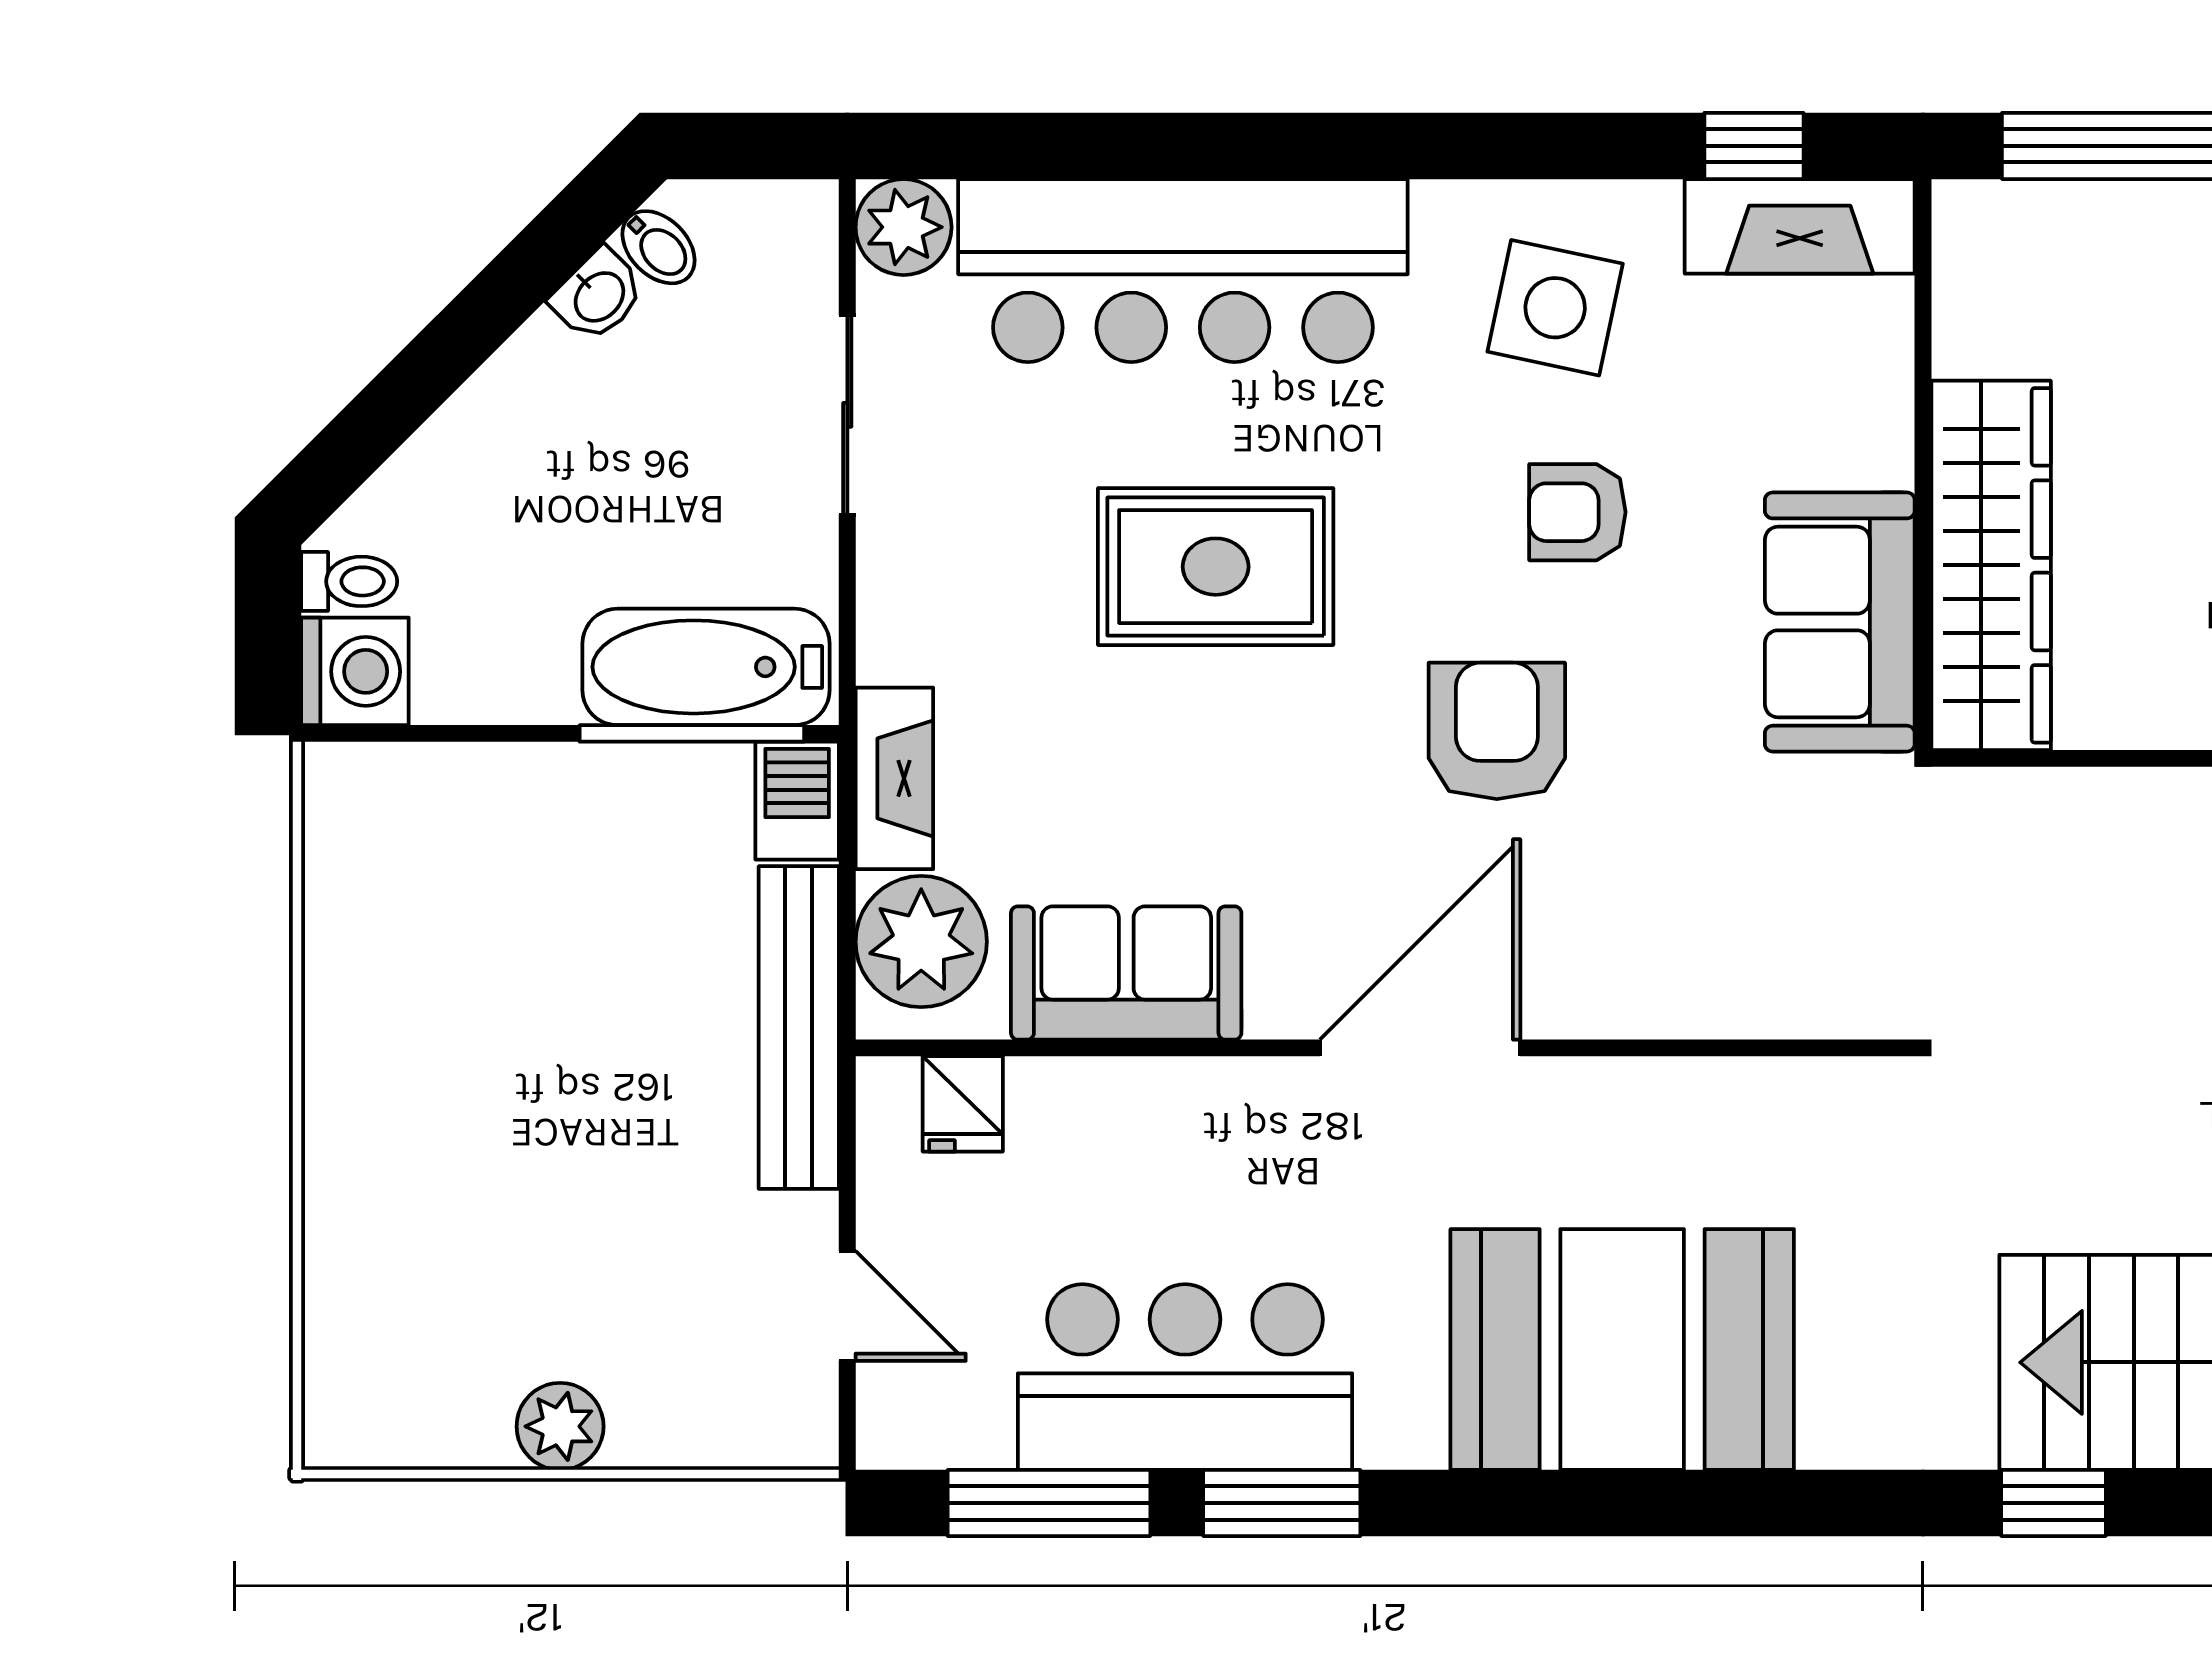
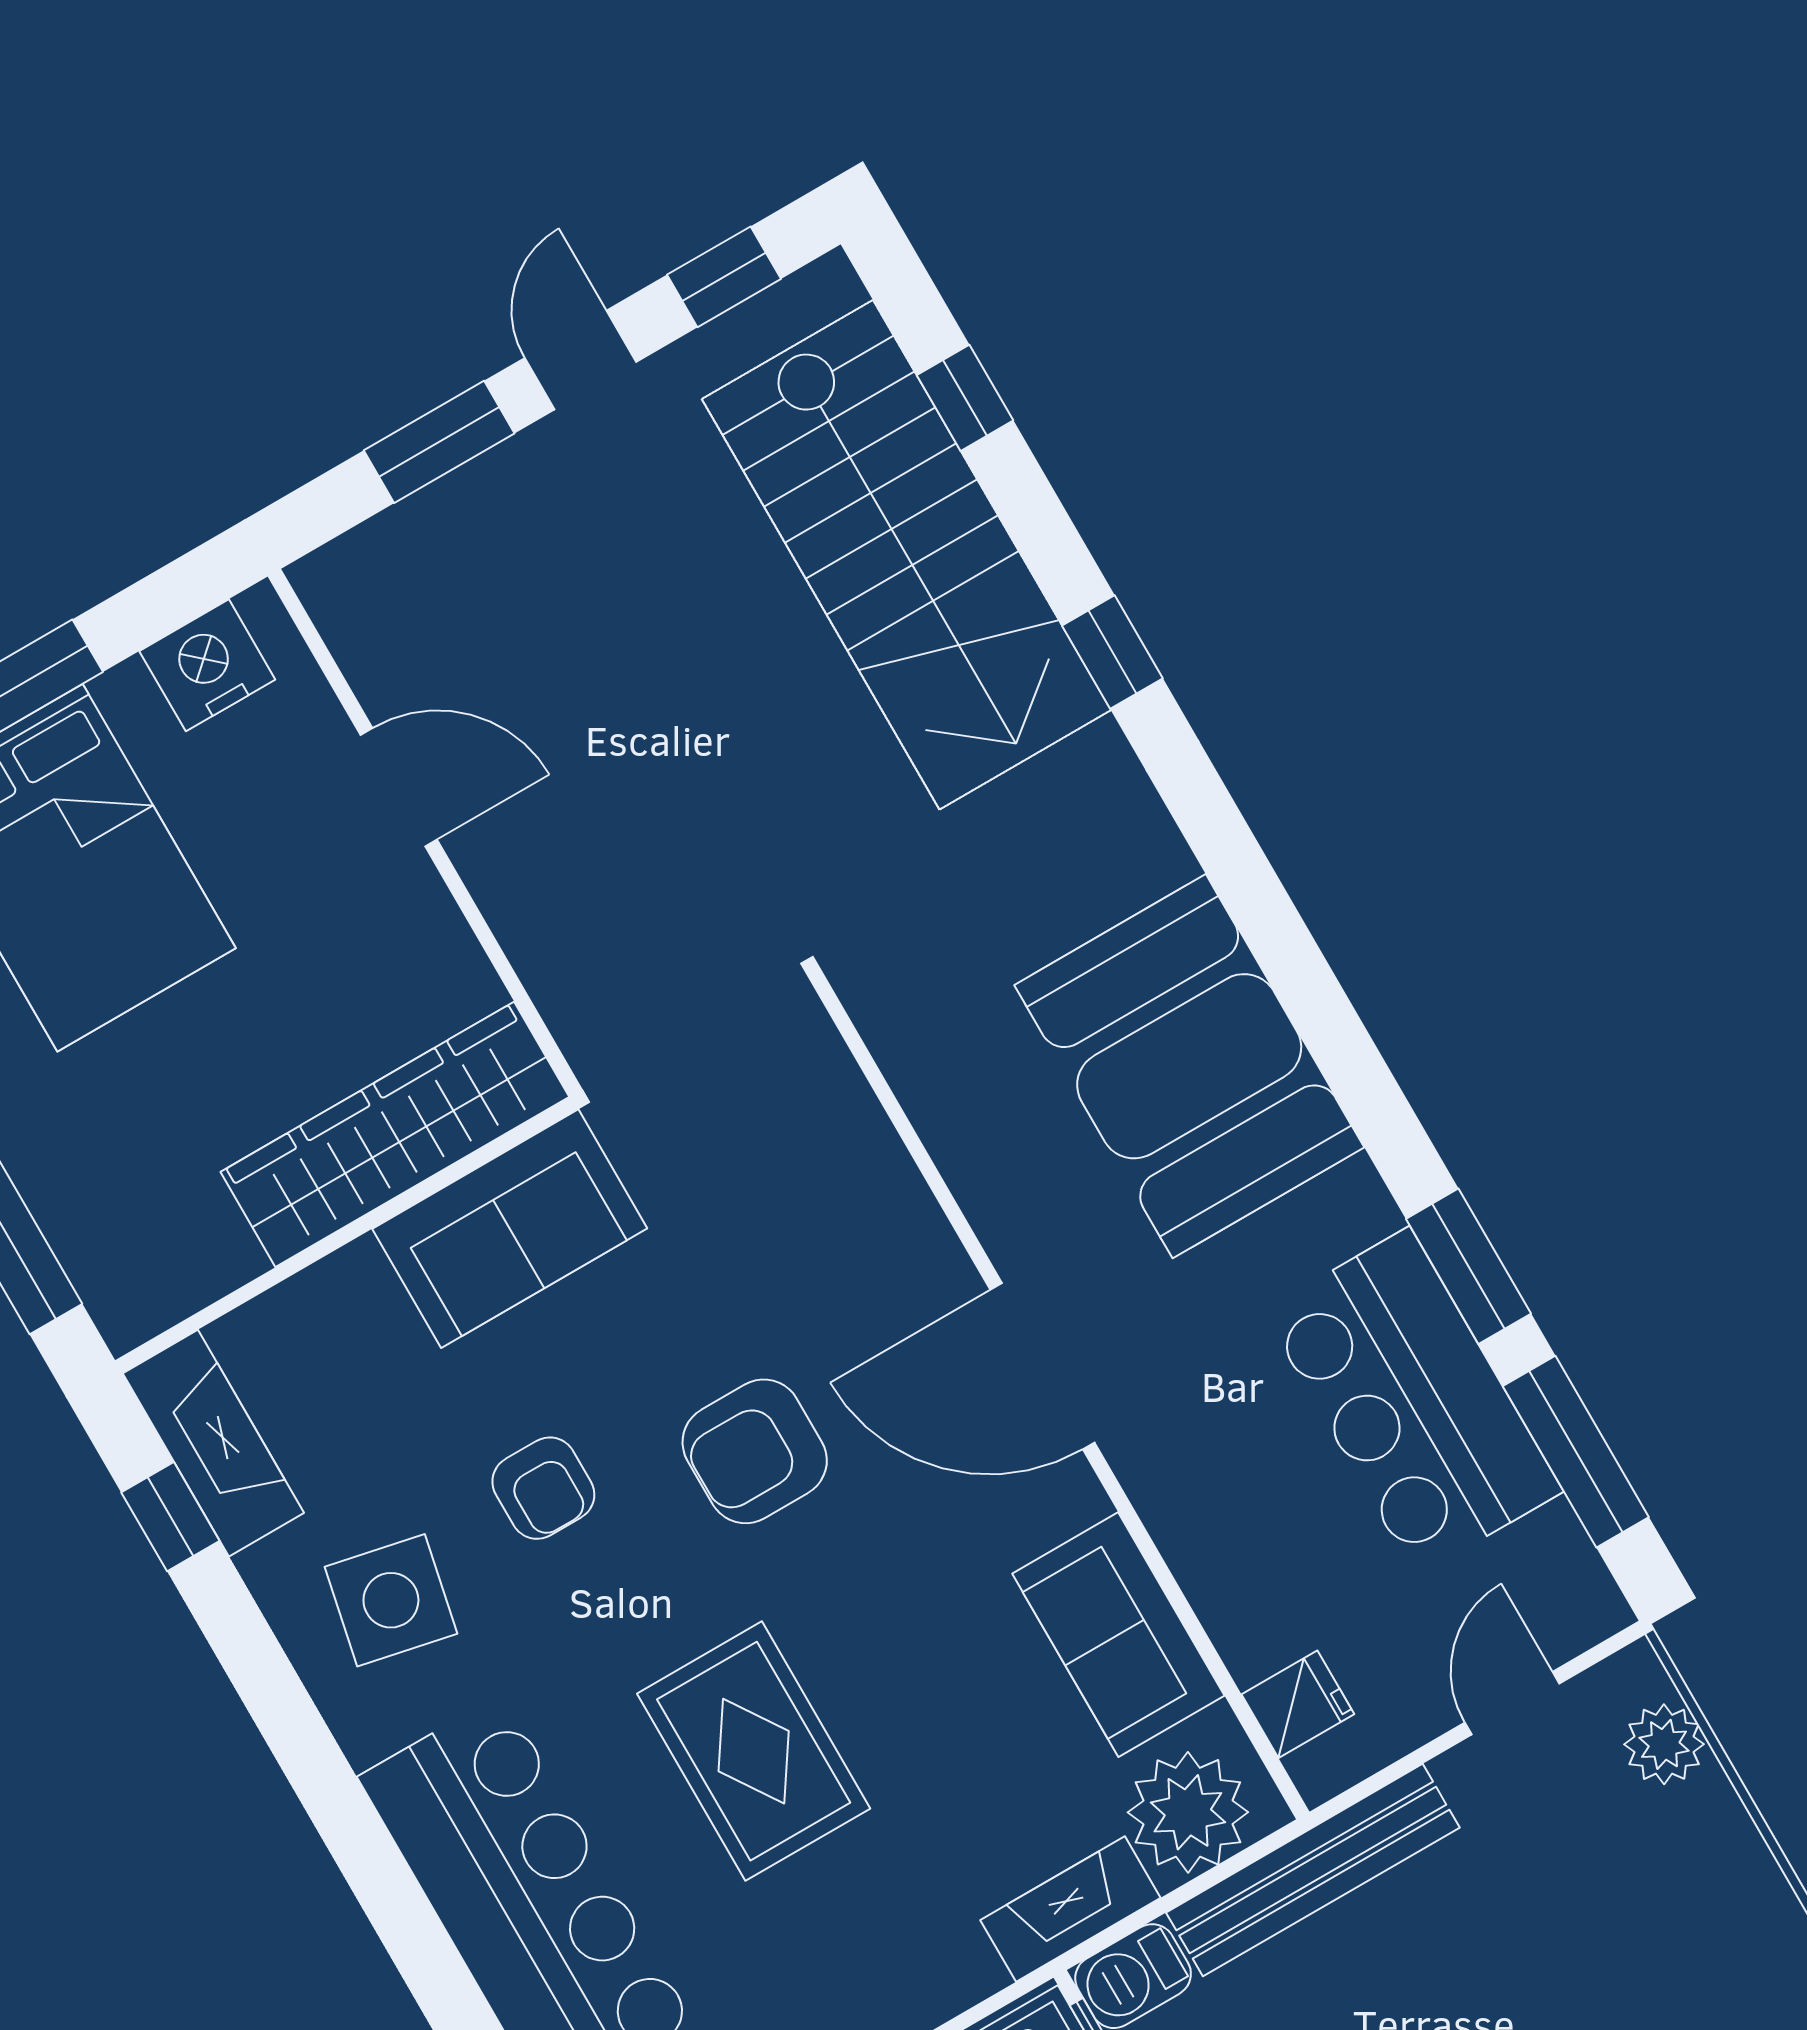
plant: (560, 1426) -> (1664, 1744), moved

